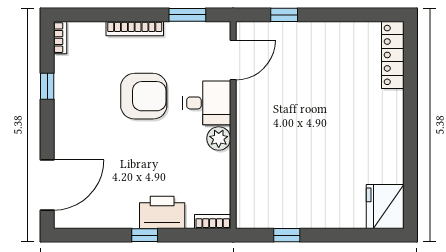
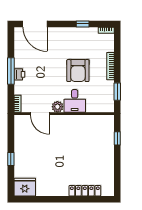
locker: (393, 55) -> (85, 191), moved
door: (233, 60) -> (40, 114), moved
printer: (162, 212) -> (19, 74), width x0.53, depth x0.68
window: (145, 235) -> (11, 71), width x2.17
window: (287, 235) -> (11, 159), moved

